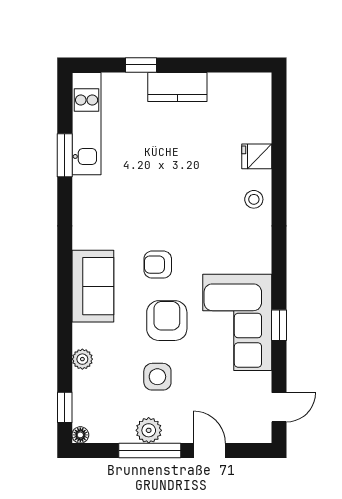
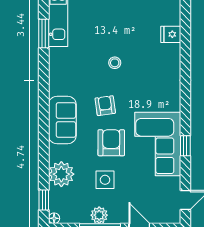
stool: (254, 199) -> (115, 63), moved
armchair: (158, 265) -> (105, 106), turned 82
plant: (82, 359) -> (61, 174), width x1.87, depth x1.87

